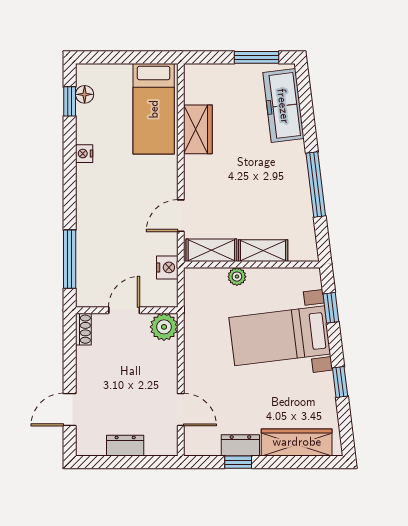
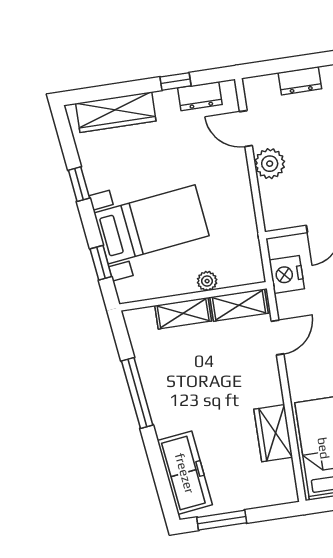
nightstand: (167, 267) -> (287, 274), width x1.36, depth x1.33
plant: (164, 327) -> (270, 164), moved
dresser: (240, 445) -> (200, 96), moved

